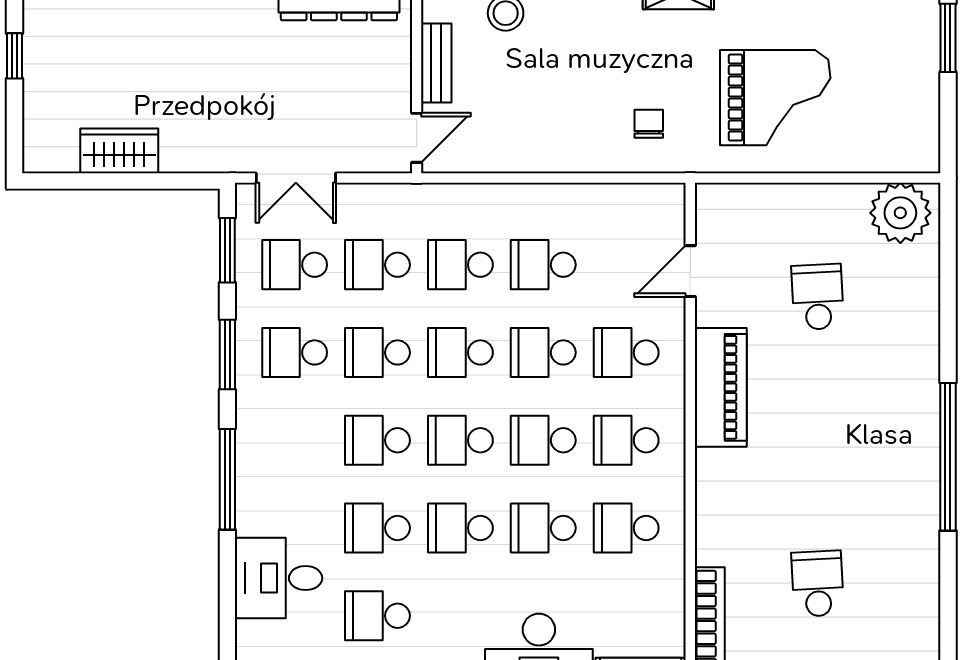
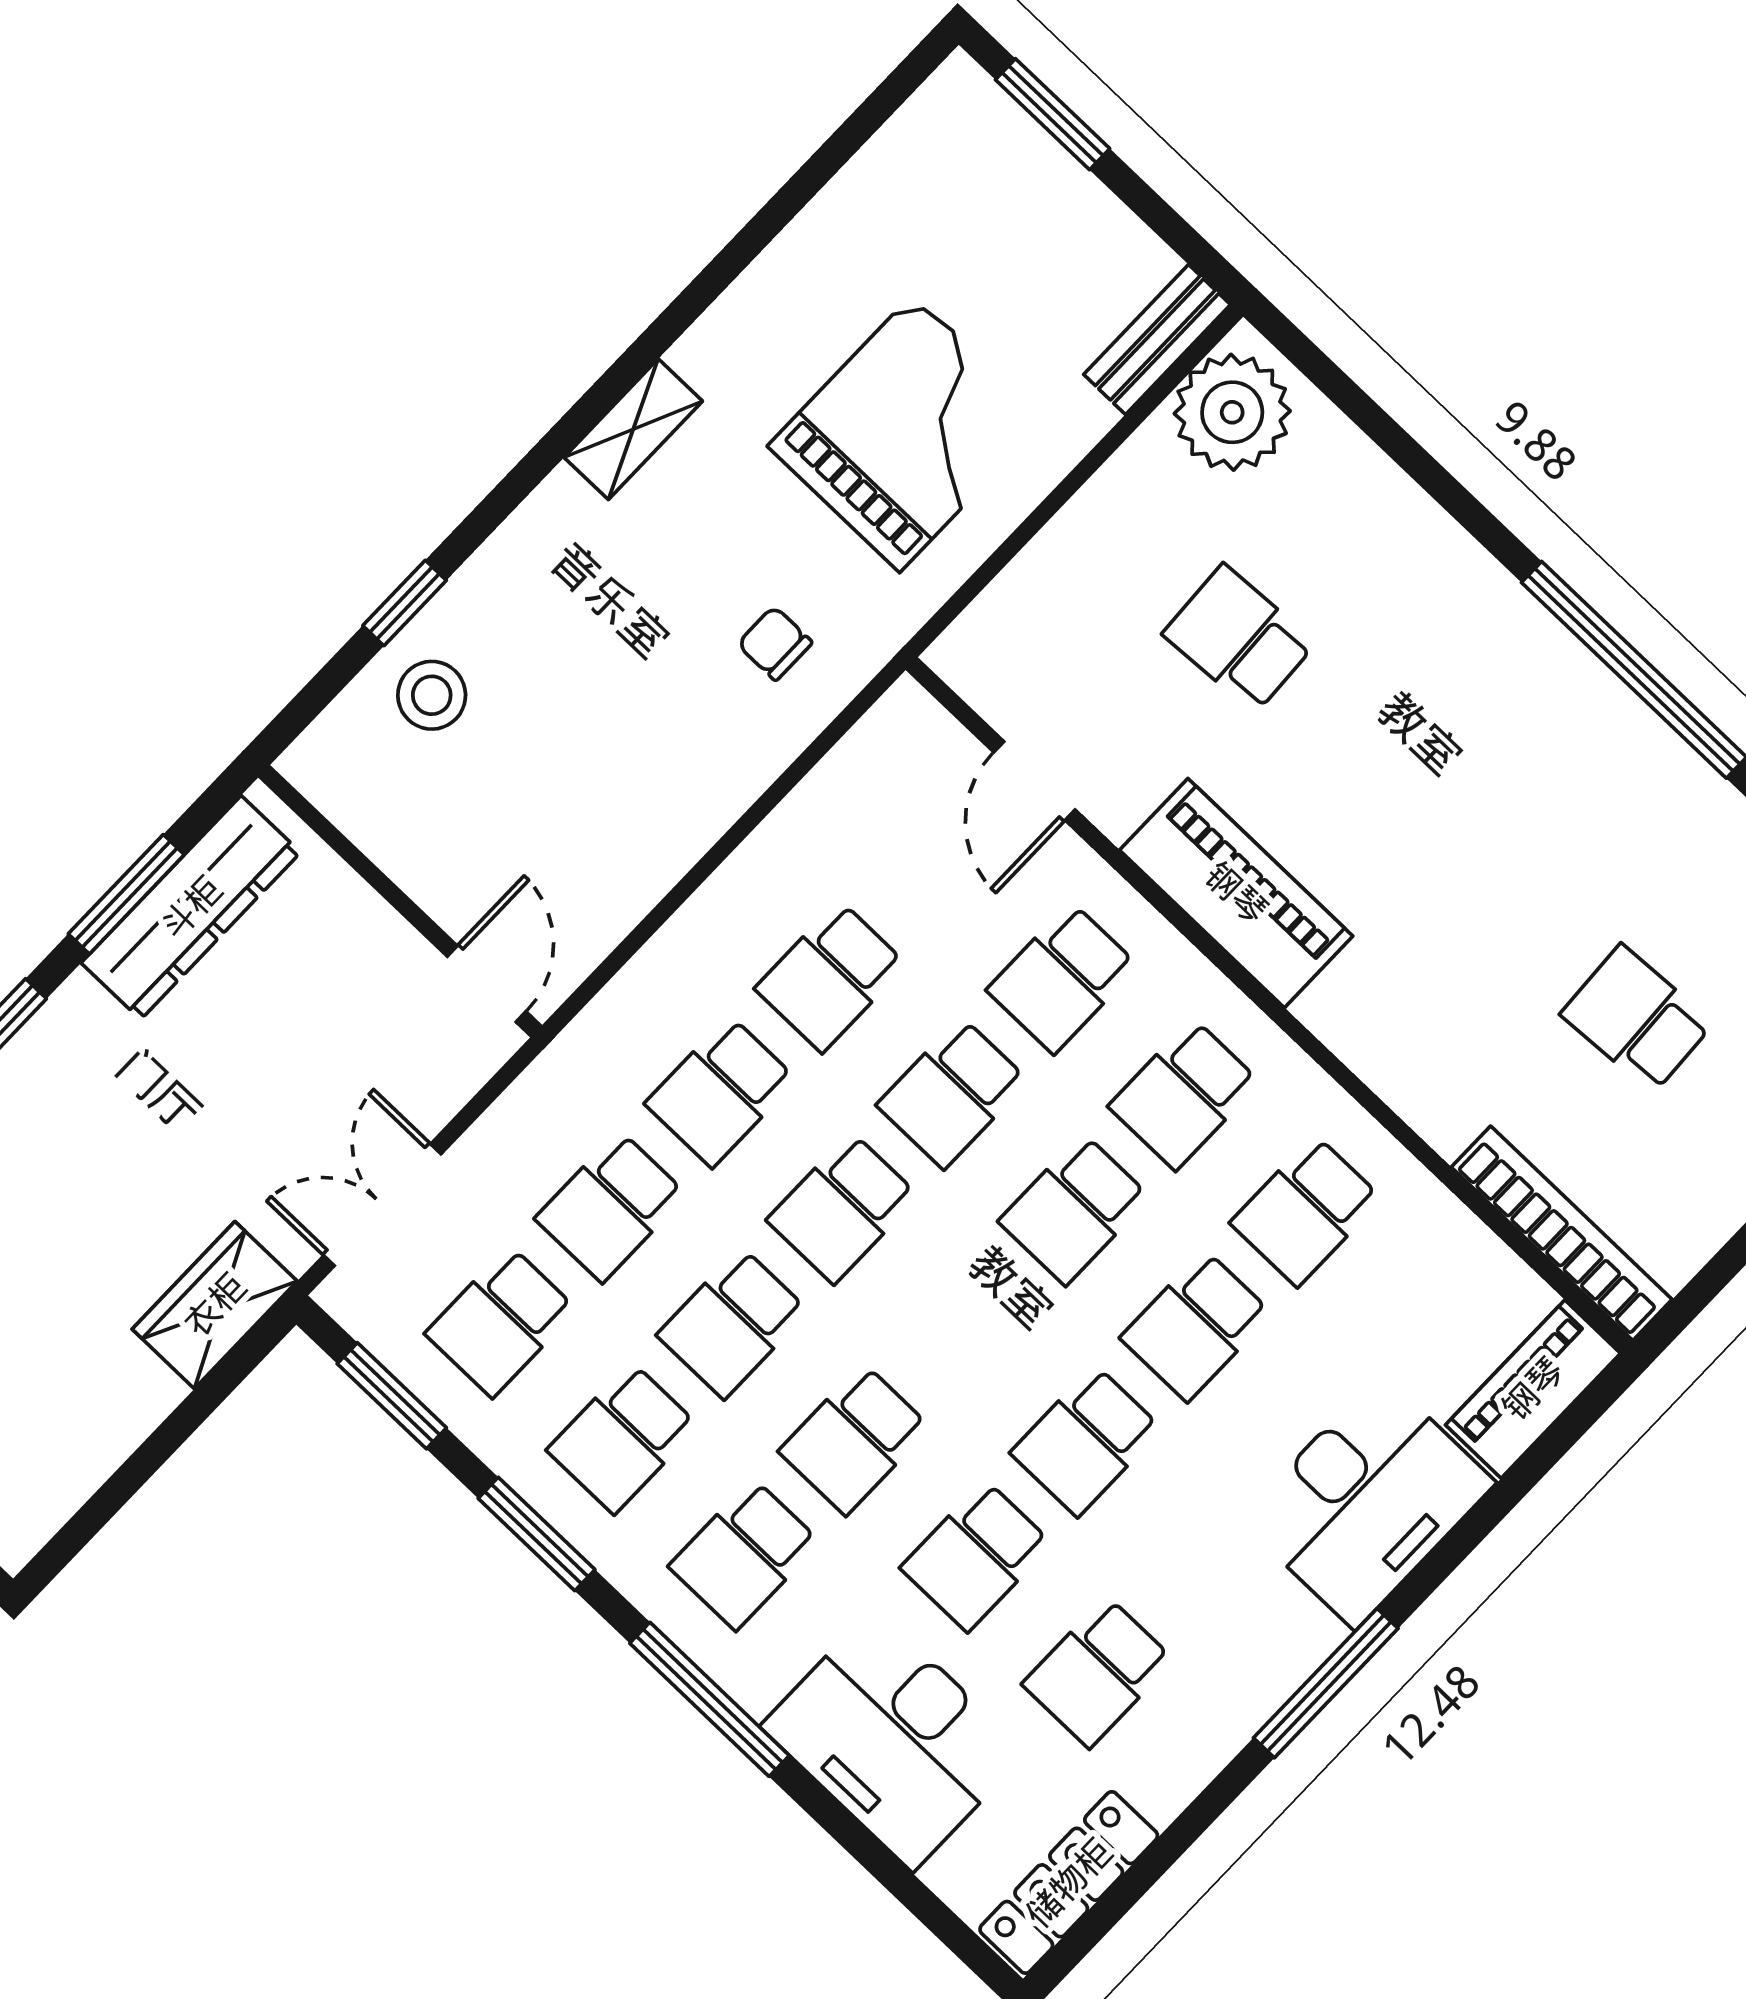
bench: (436, 63) -> (1157, 339), moved, turned 90
wardrobe: (119, 151) -> (215, 1305), moved
double door: (296, 178) -> (382, 1205), swing flipped
school desk: (460, 440) -> (744, 1554), moved
desk: (279, 578) -> (894, 1739), width x1.37

